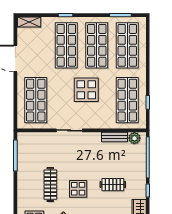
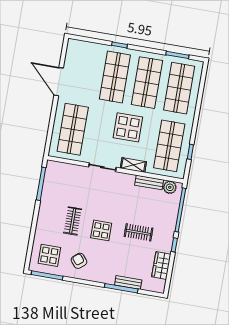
shelving: (29, 22) -> (133, 165), moved
clothes rail: (50, 185) -> (73, 221), width x0.73

